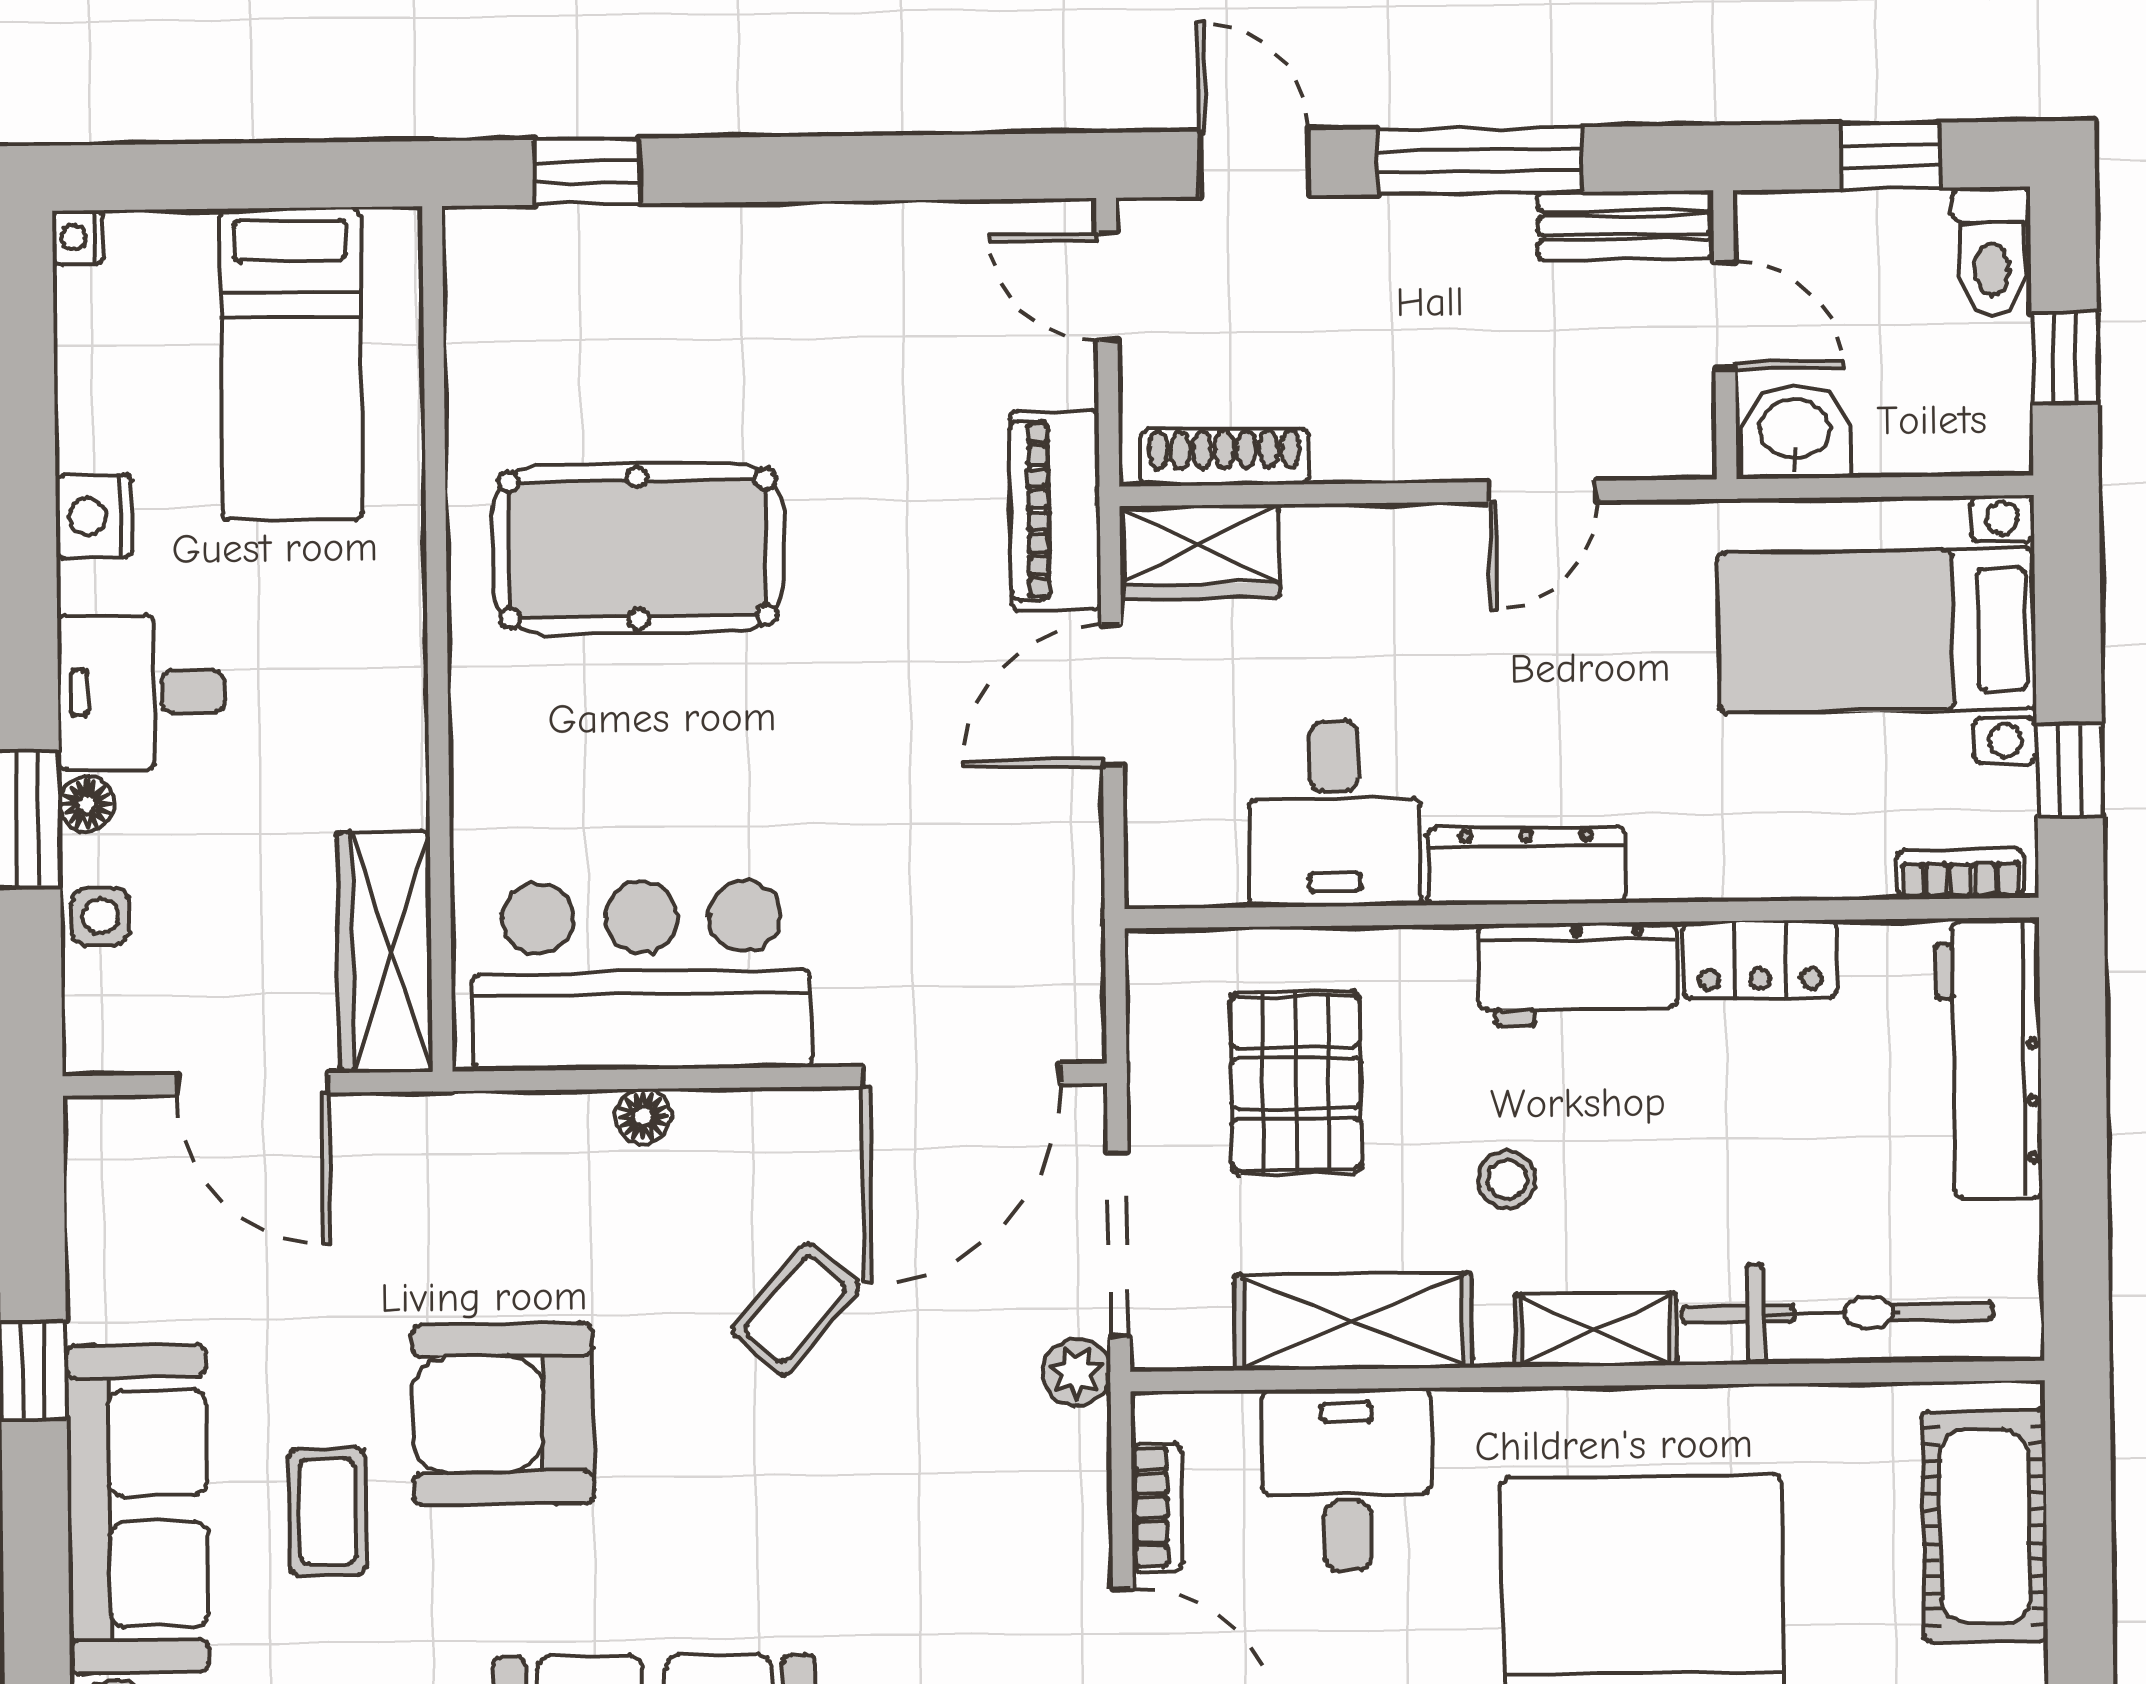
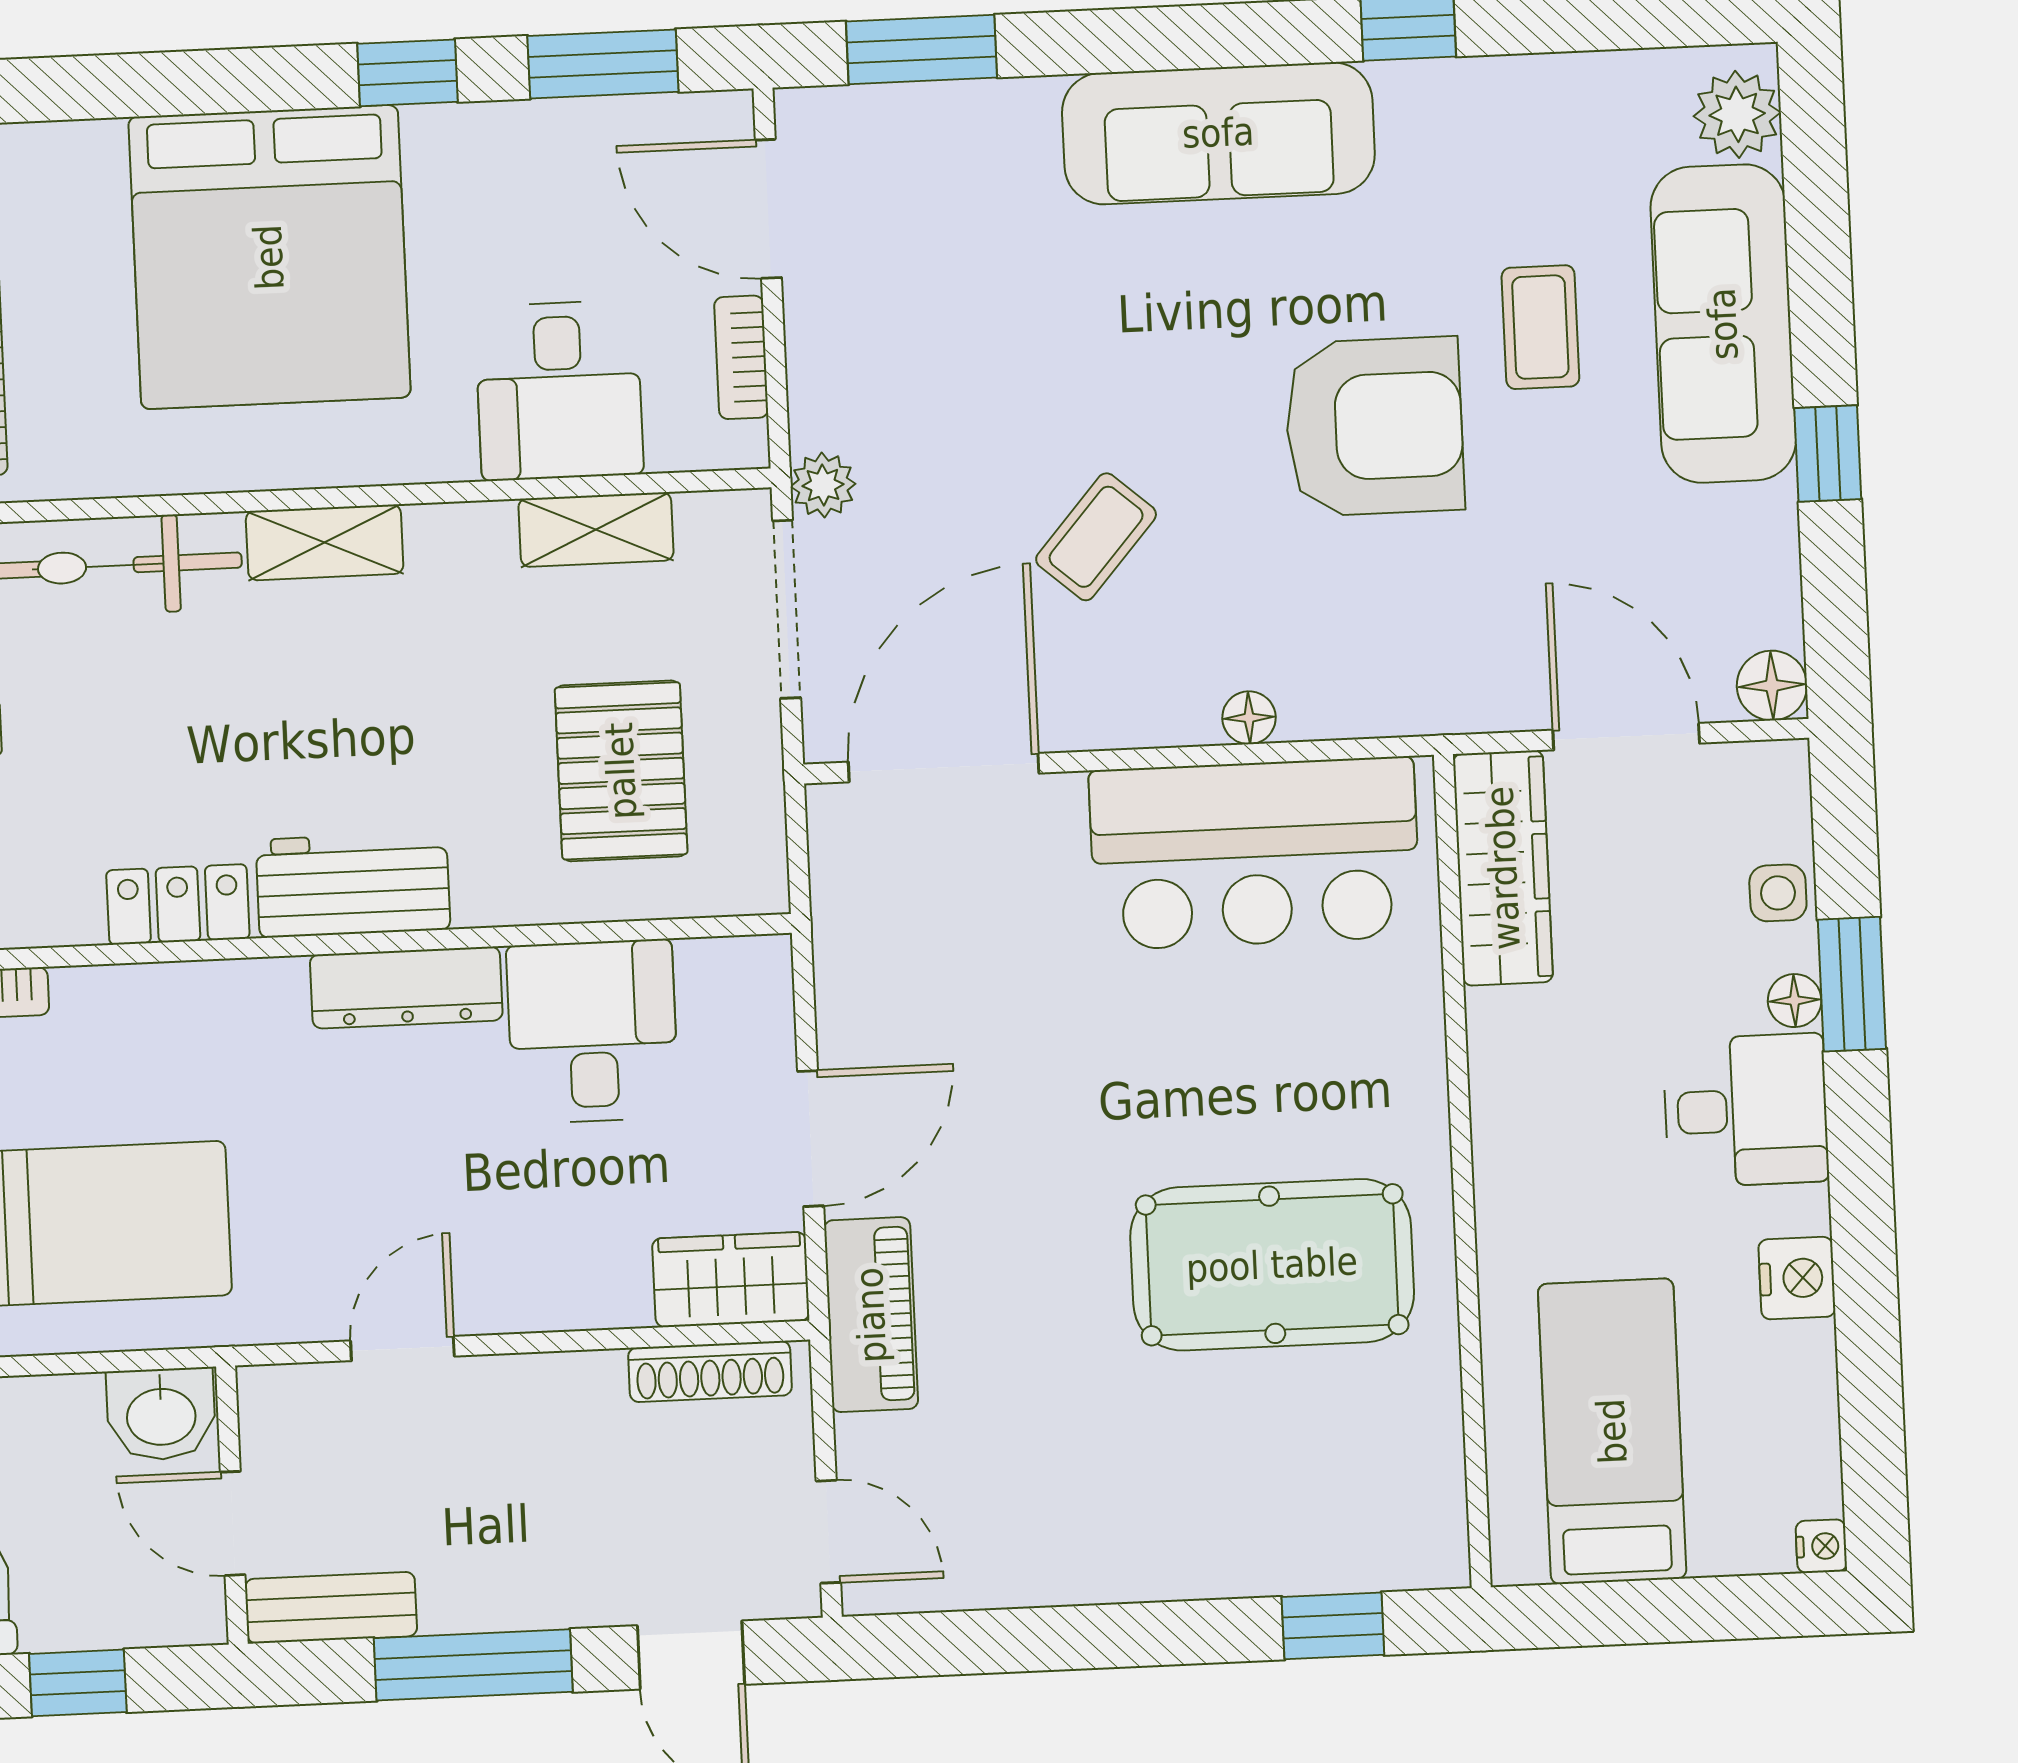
floor lamp: (100, 1132) -> (1772, 686), added
stool: (1507, 1179) -> (415, 685), removed
shelving: (1353, 1322) -> (596, 530), width x0.67, depth x0.75

